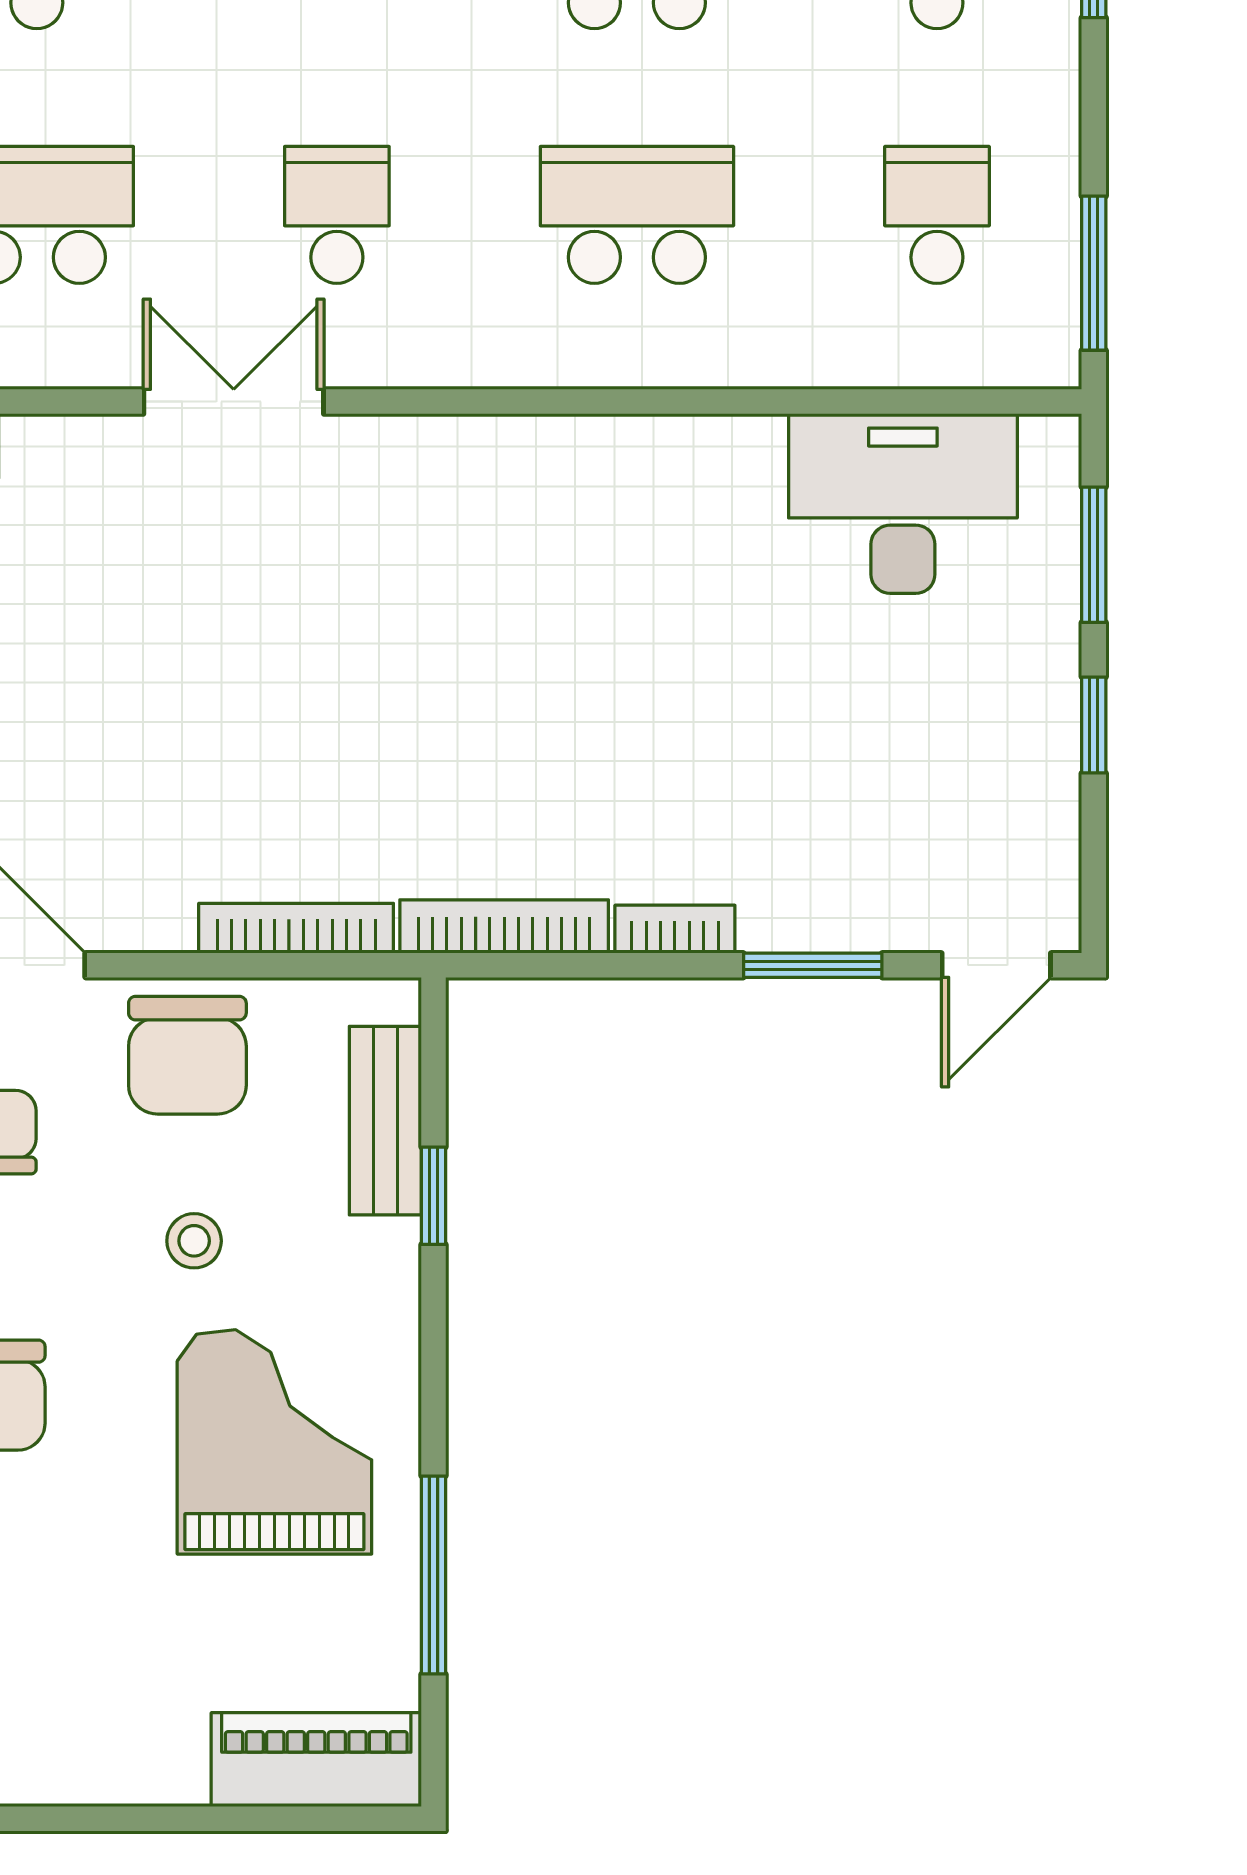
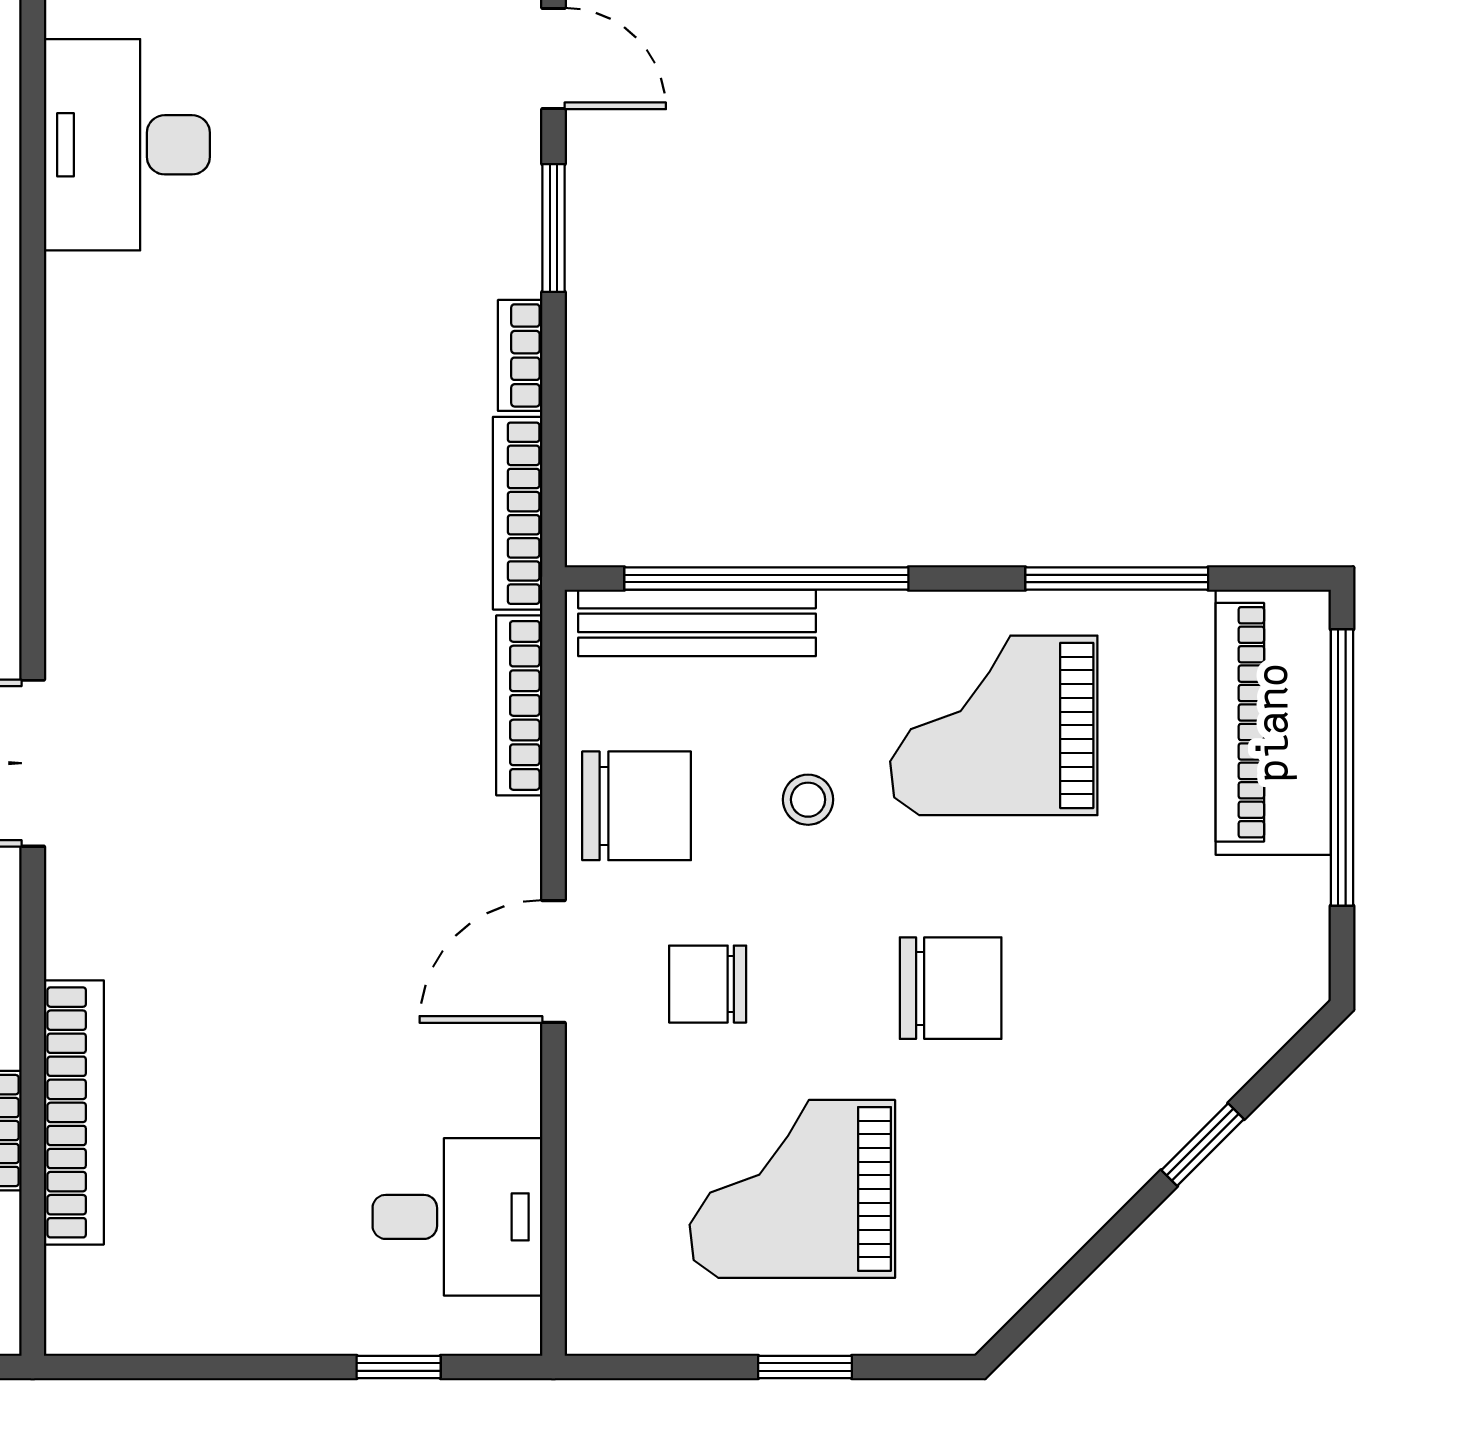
bench: (385, 1121) -> (697, 623), width x1.36
window: (433, 1196) -> (766, 578), width x3.17
piano: (316, 1760) -> (1273, 722), width x1.37, depth x1.33
window: (229, 1819) -> (1342, 767), added

